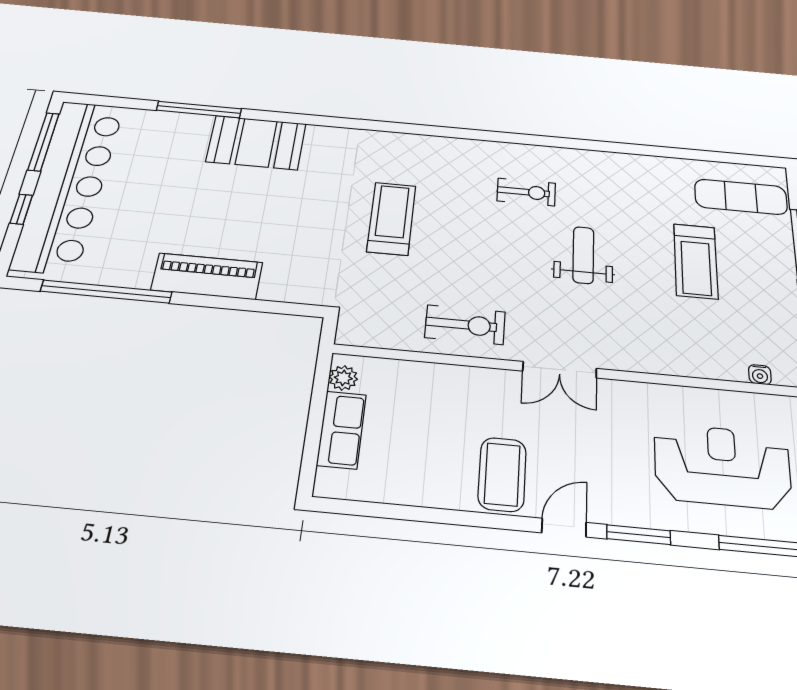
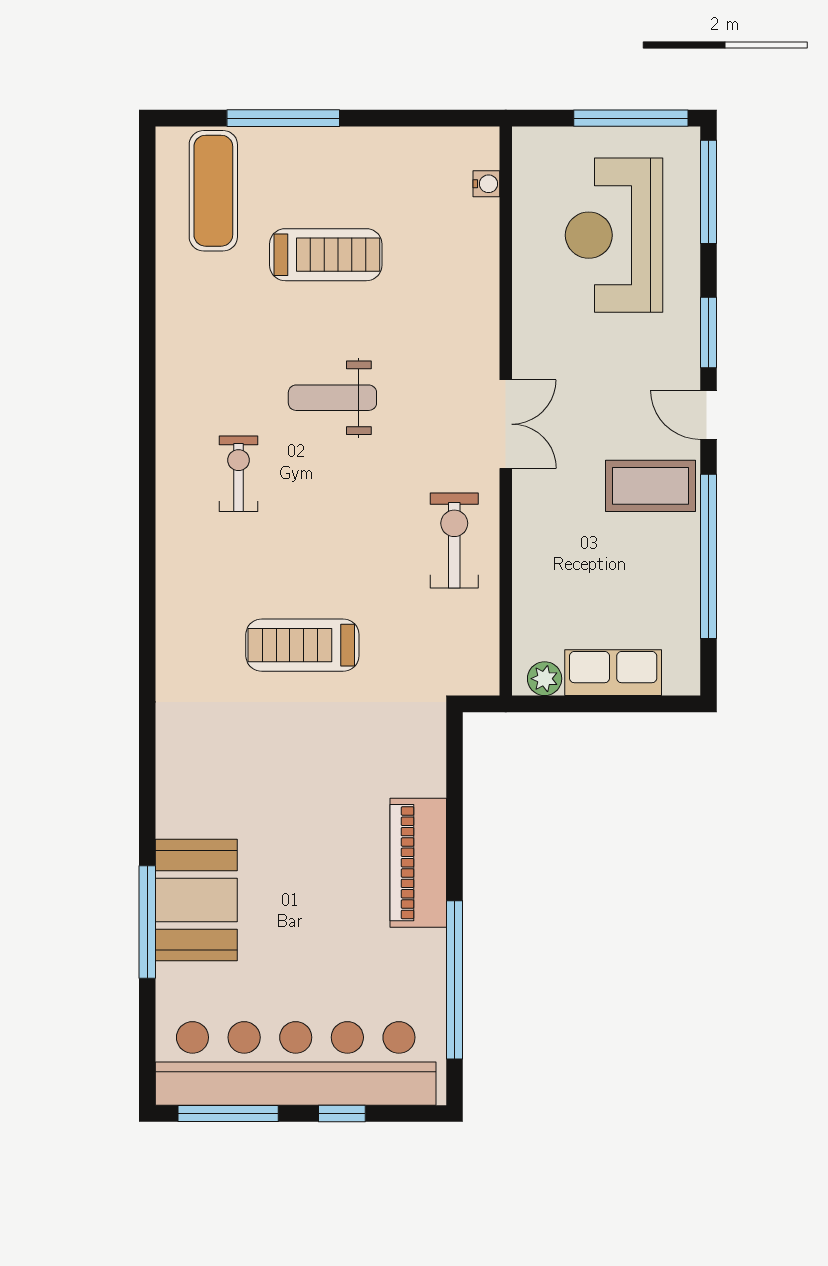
booth: (256, 143) -> (196, 900), moved
window: (436, 516) -> (708, 556), added

